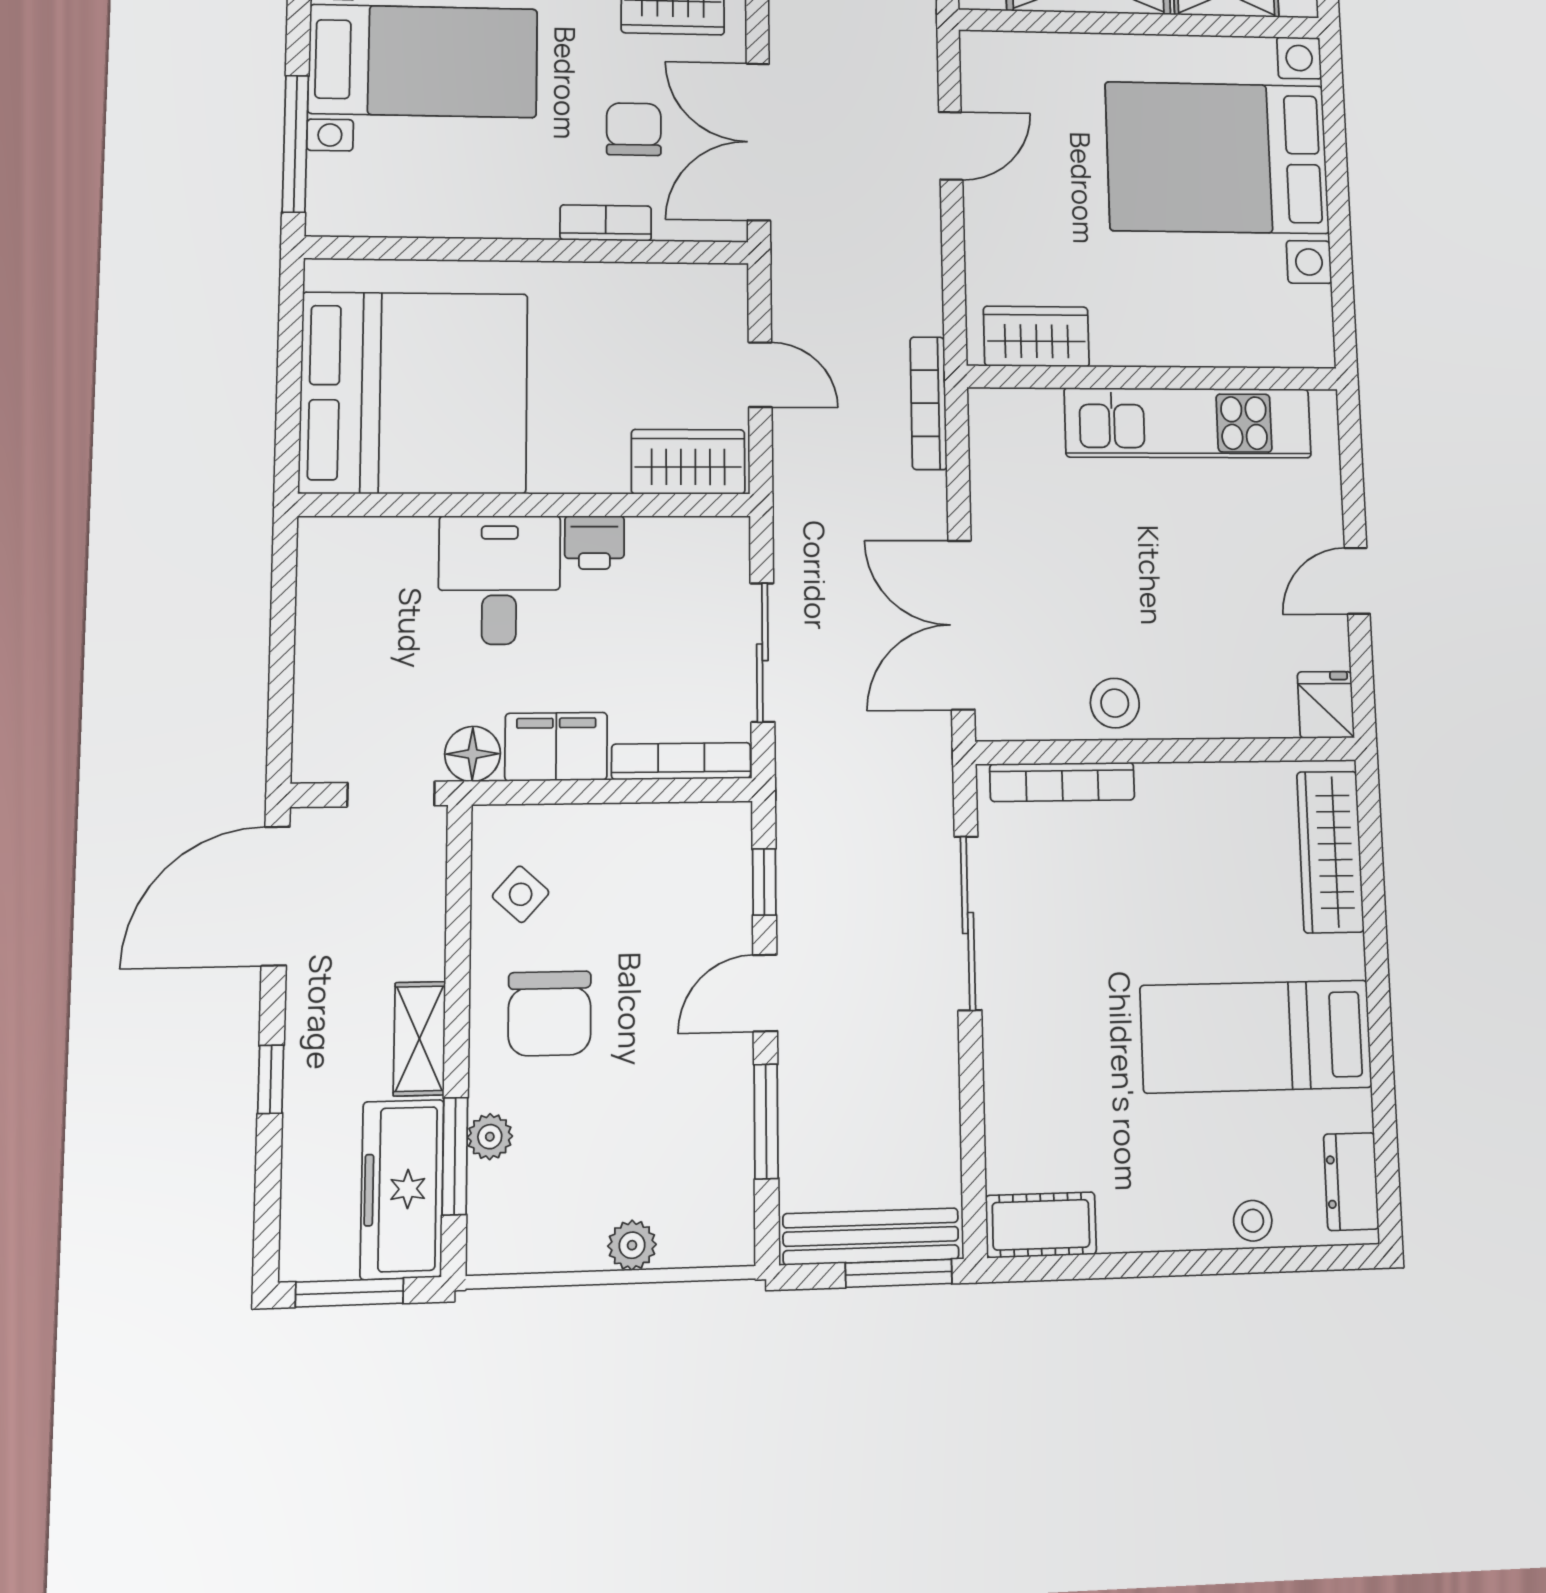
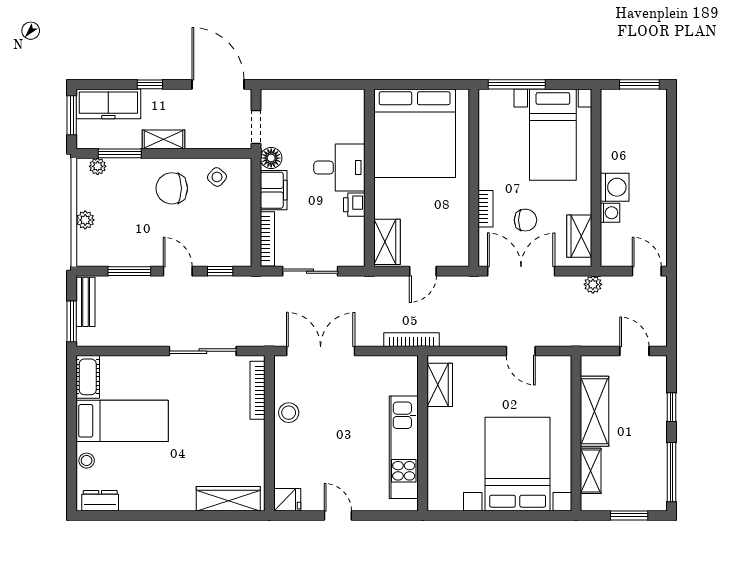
bed: (1256, 1036) -> (122, 421), moved, turned 90
plant: (490, 1137) -> (98, 166), moved
freezer: (402, 1189) -> (108, 104), moved, turned 180
bench: (871, 1236) -> (85, 302), width x0.73

